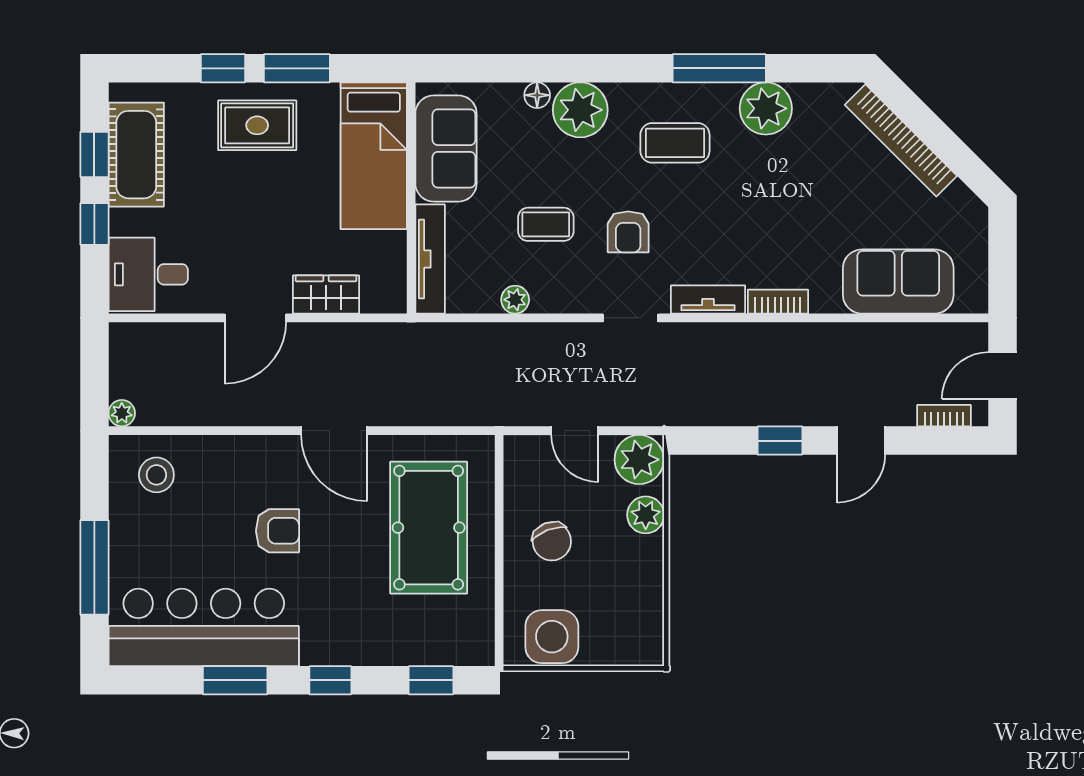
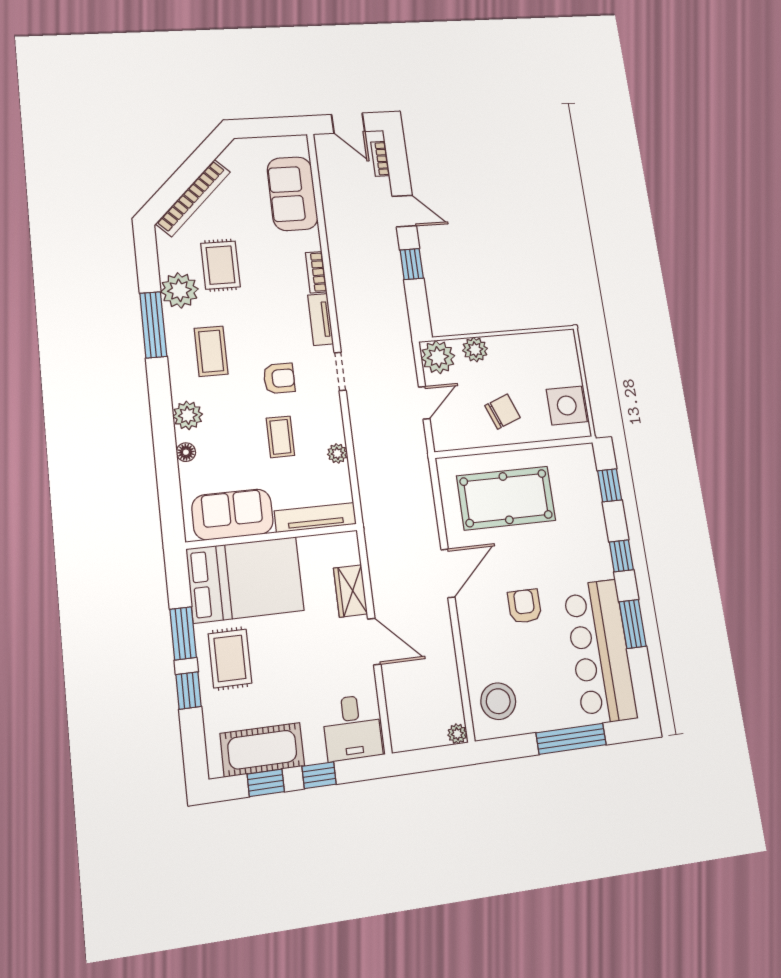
plant: (580, 110) -> (188, 415), width x0.73, depth x0.73
bed: (374, 156) -> (245, 580), width x1.50
rug: (798, 169) -> (220, 265), added
stool: (156, 475) -> (498, 701), width x1.38, depth x1.38

